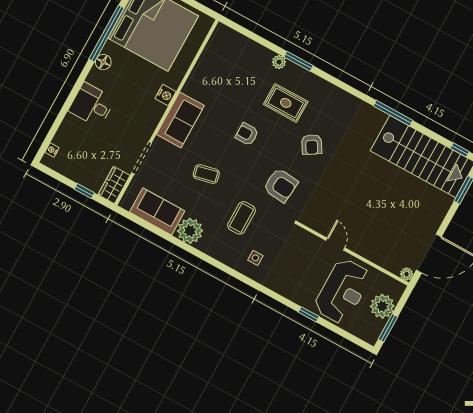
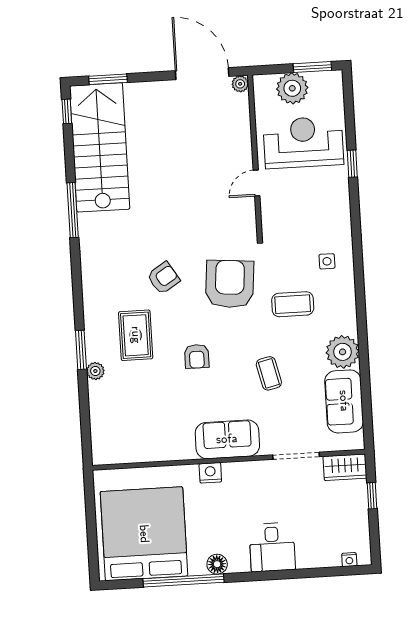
armchair: (281, 185) -> (230, 284), width x1.36, depth x1.36

